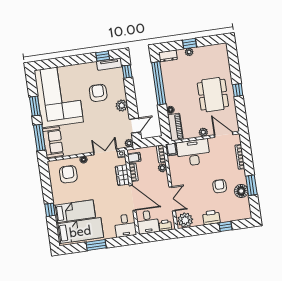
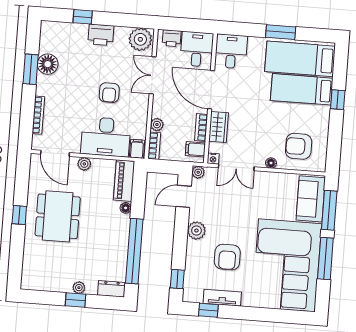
tv unit: (109, 64) -> (222, 298), moved
window: (35, 106) -> (325, 259), width x1.44
armchair: (68, 174) -> (299, 146), turned 90
armchair: (220, 186) -> (109, 93), moved

